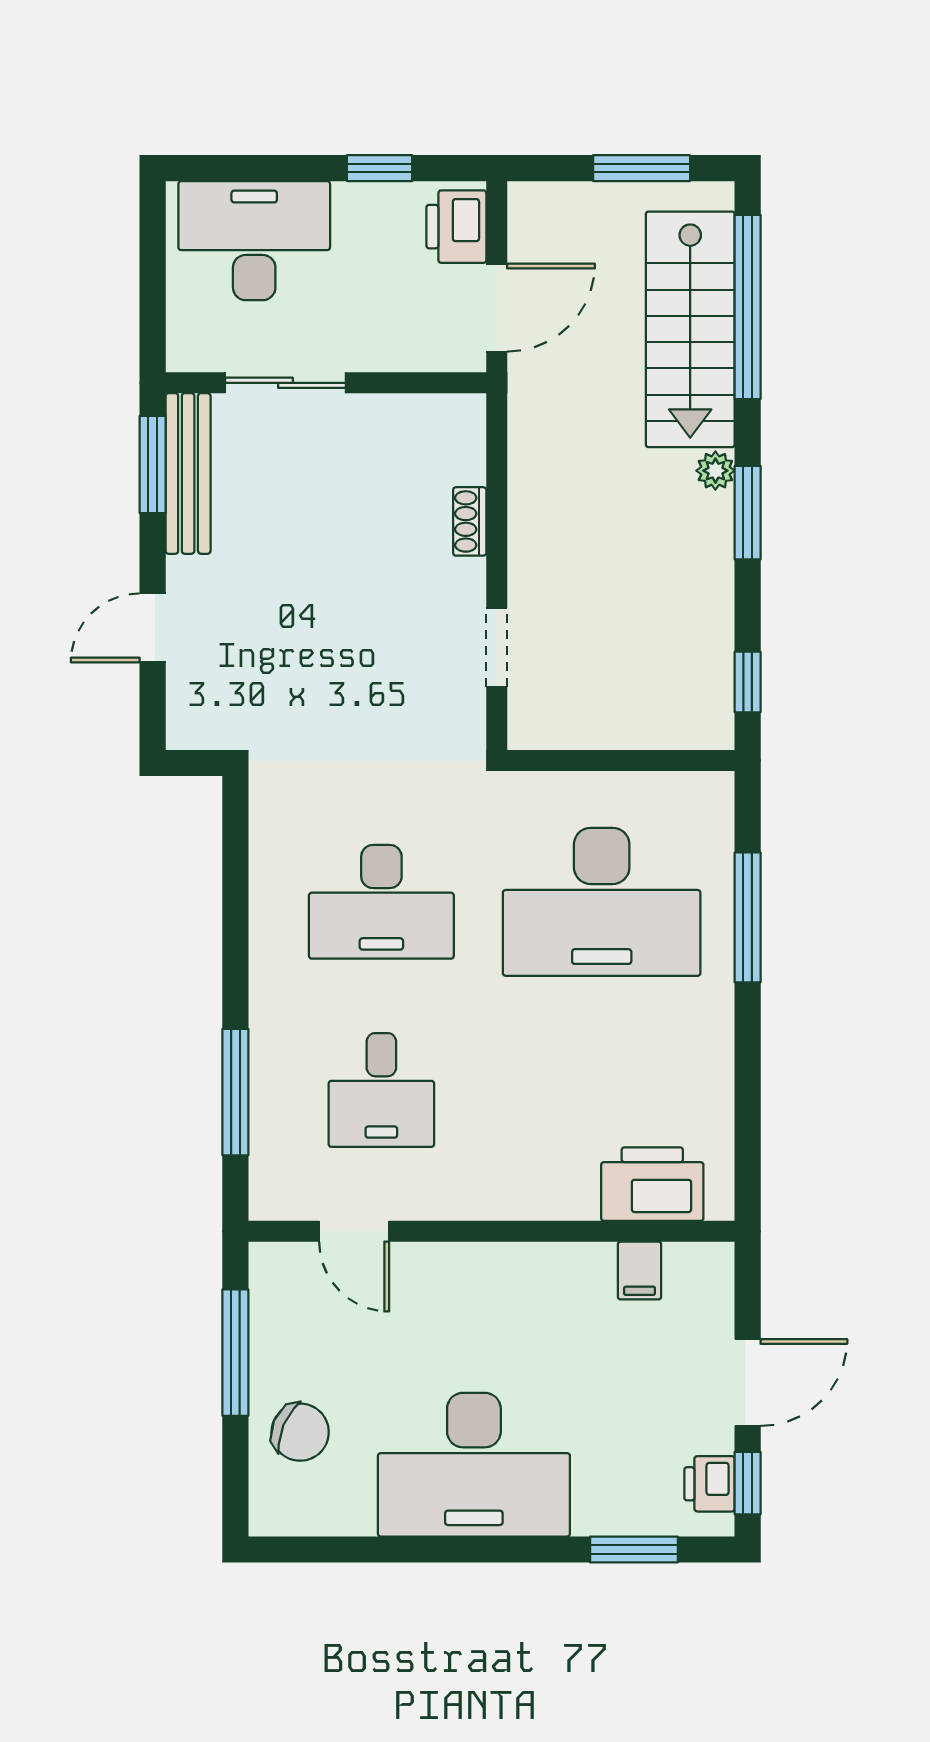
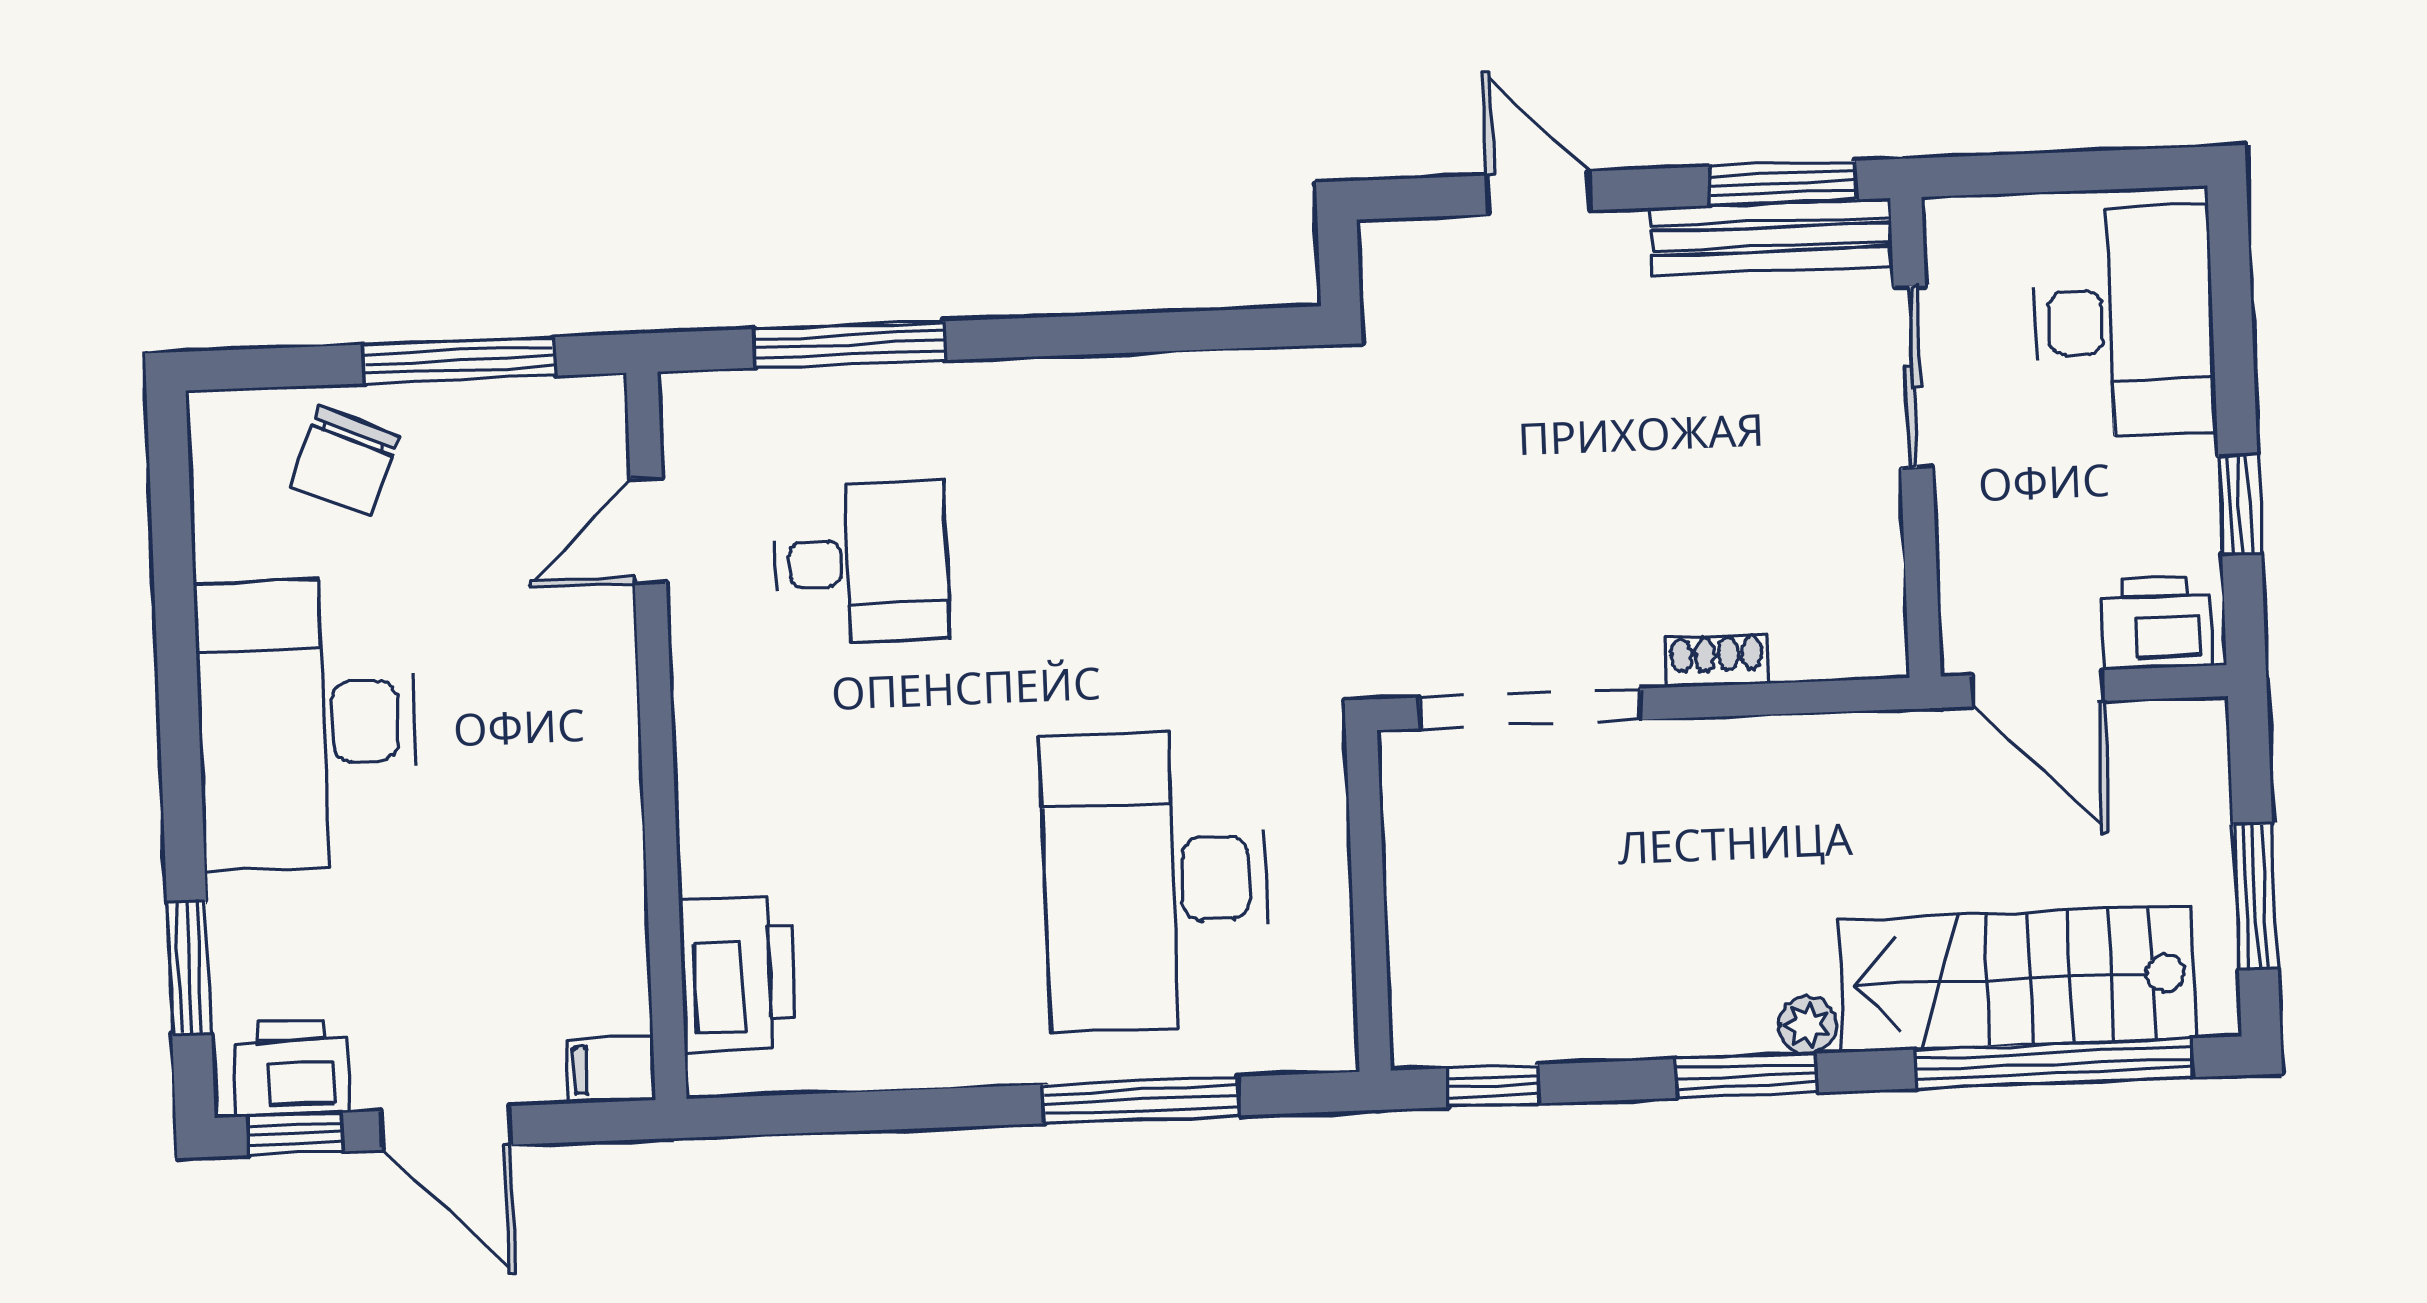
doorway: (497, 647) -> (1530, 709), width x1.87
desk: (381, 902) -> (1143, 551), removed
desk: (381, 1090) -> (861, 563), turned 180
filing cabinet: (640, 1271) -> (611, 1069), moved
printer: (710, 1484) -> (291, 1068), width x1.36, depth x1.24

